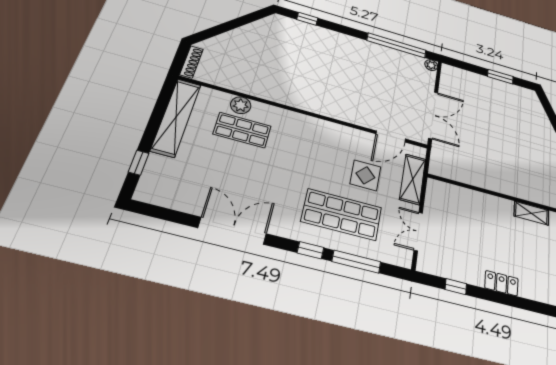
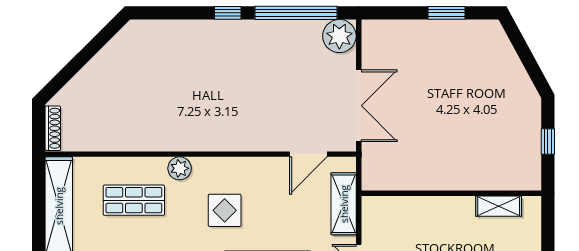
window: (307, 19) -> (228, 13), moved
plant: (431, 65) -> (339, 36), width x1.88, depth x1.88
plant: (241, 105) -> (180, 168), moved
display table: (365, 175) -> (225, 210), moved

